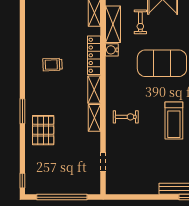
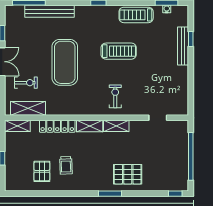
pallet: (46, 39) -> (42, 171), added
water cooler: (112, 50) -> (52, 109), removed

